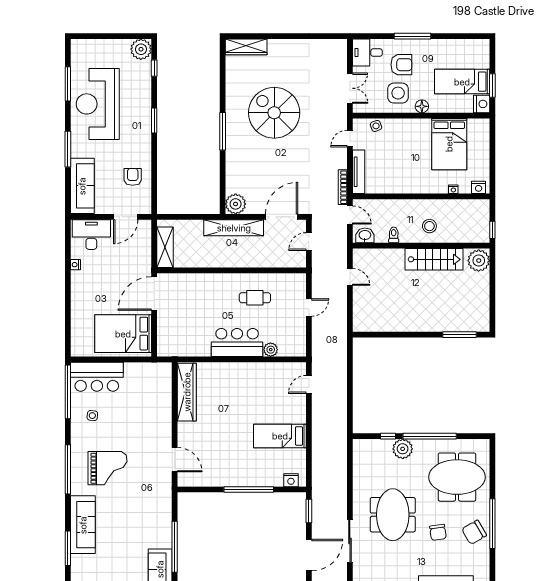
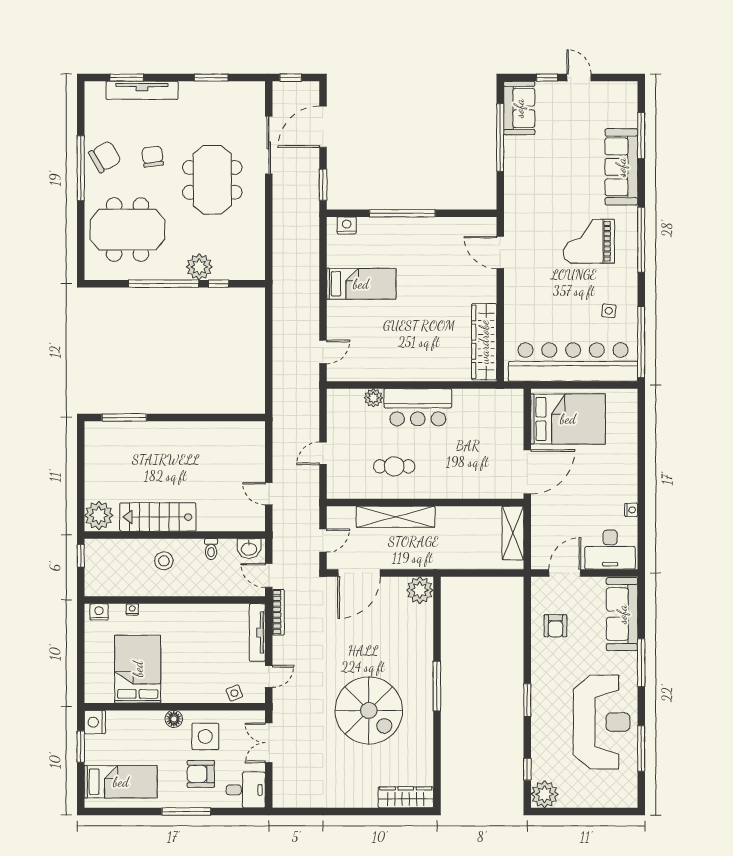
bed: (462, 82) -> (121, 782), moved
shelving: (234, 228) -> (396, 517), moved
bar counter: (97, 377) -> (573, 362), width x1.86

